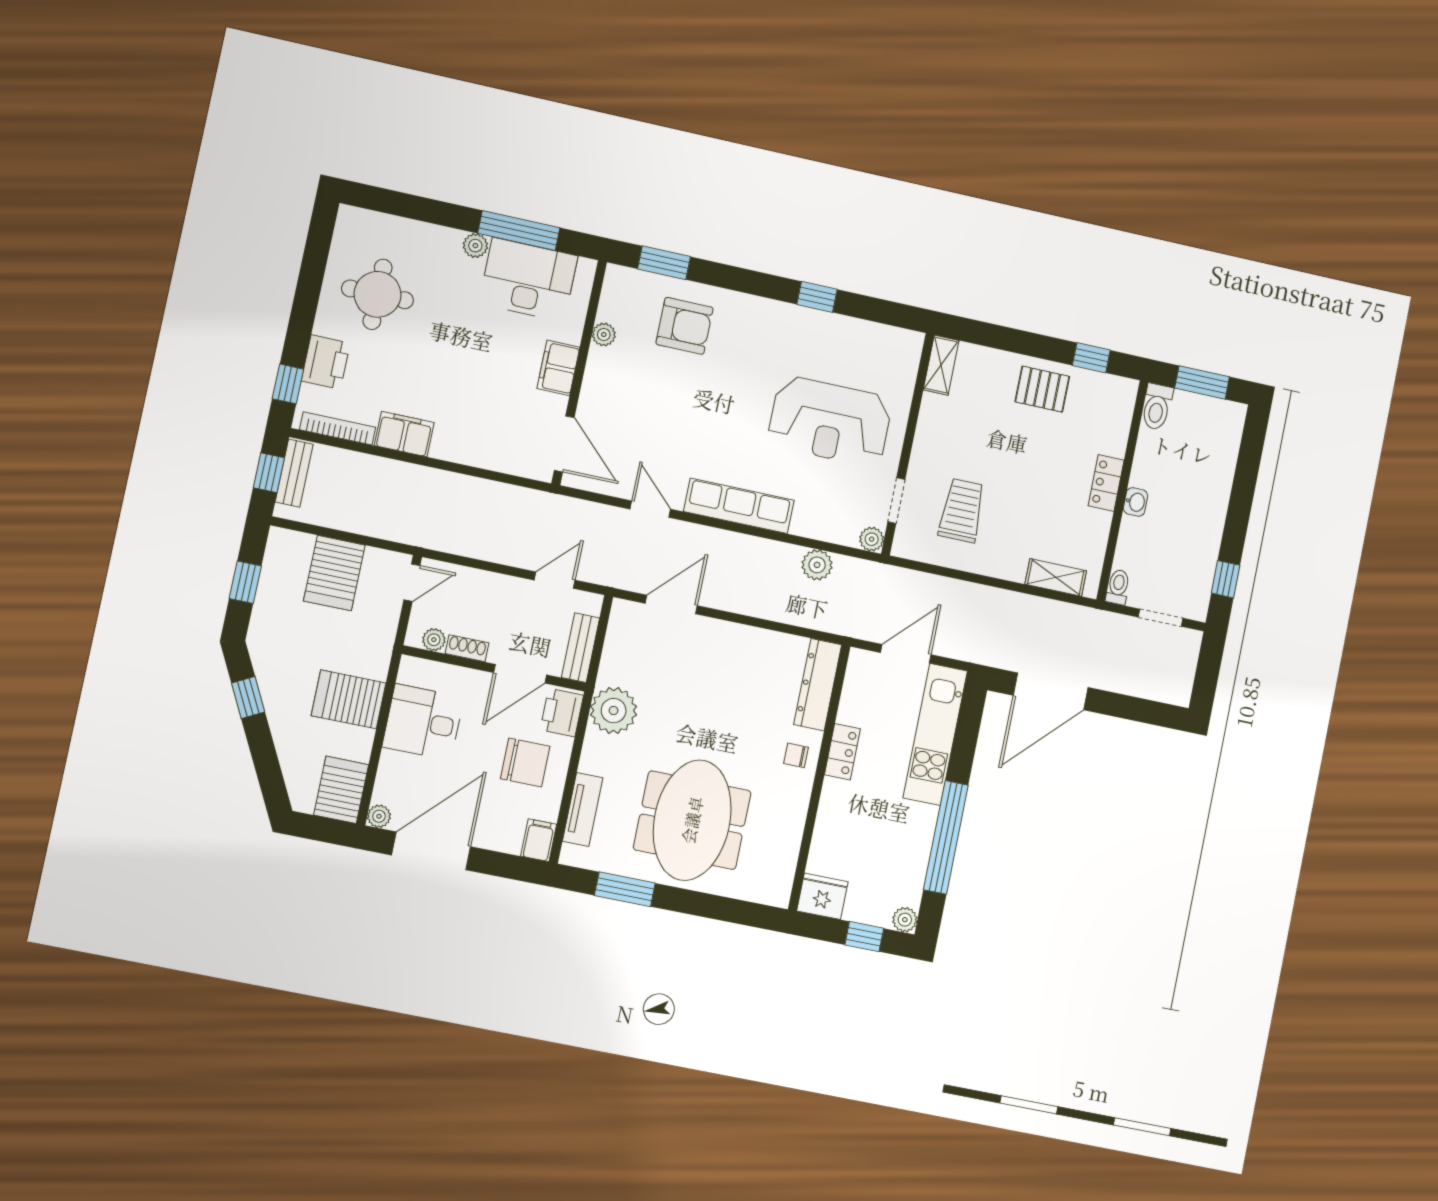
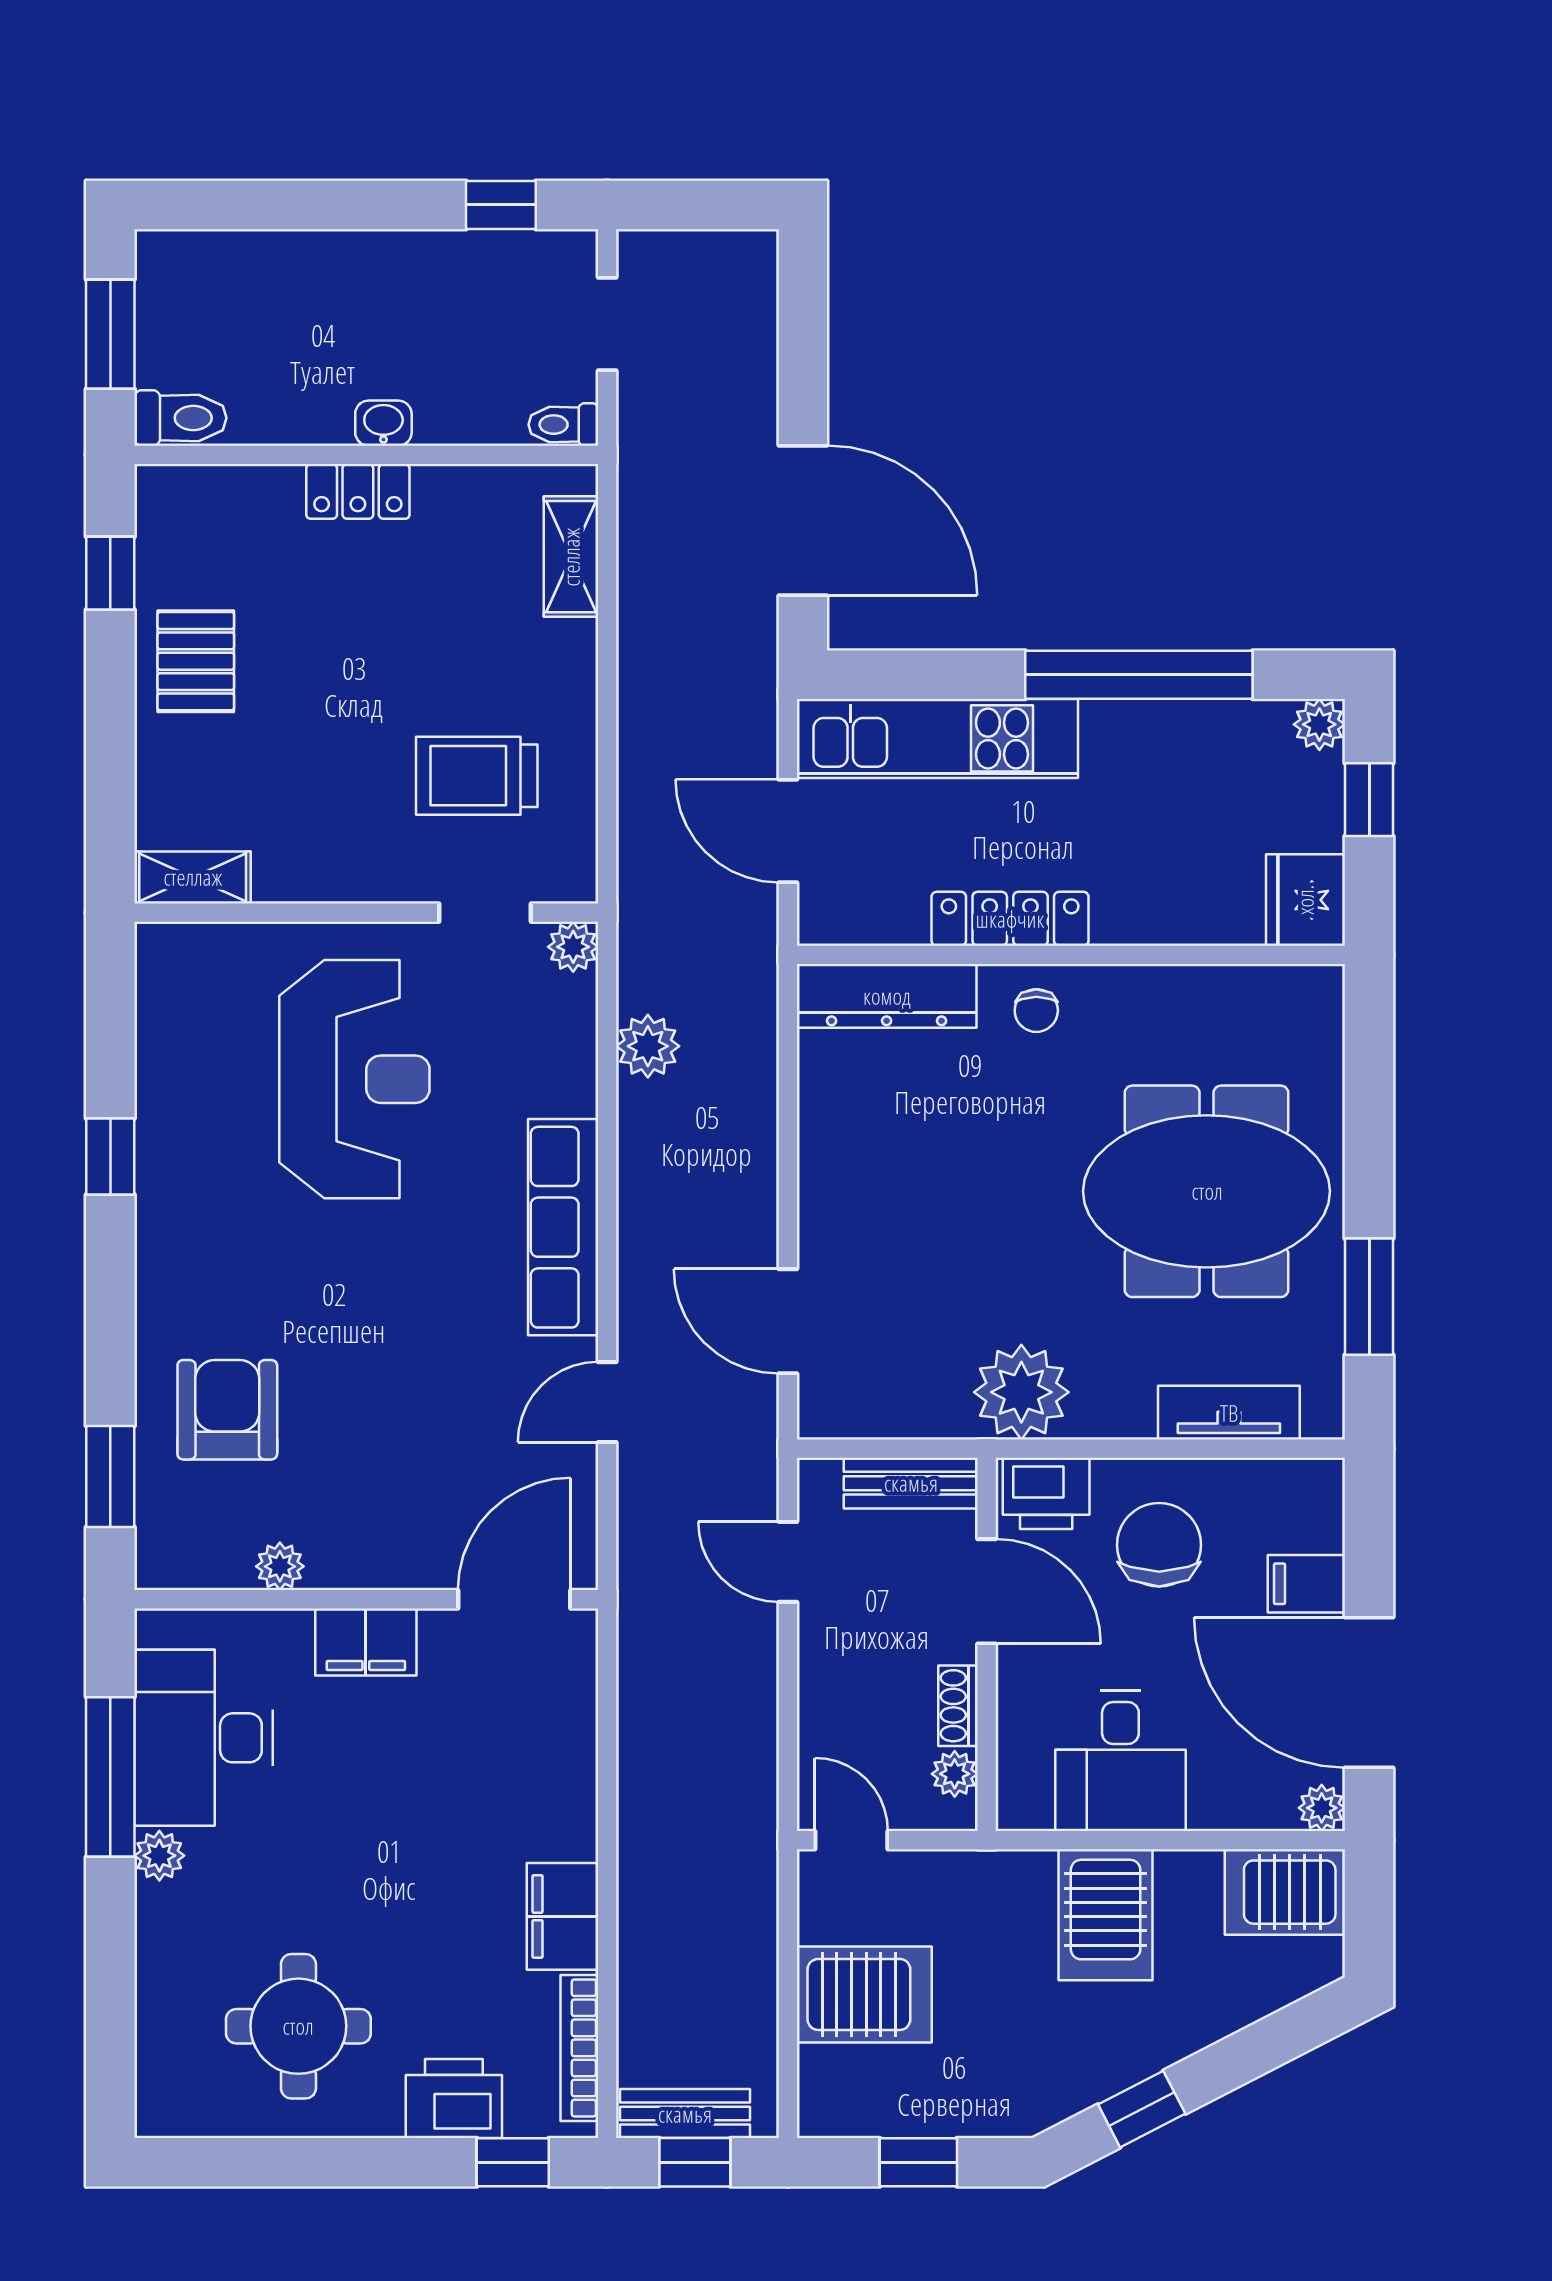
locker: (842, 752) -> (1010, 919), width x1.53
filing cabinet: (539, 840) -> (1306, 1584), moved

